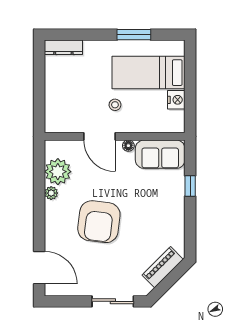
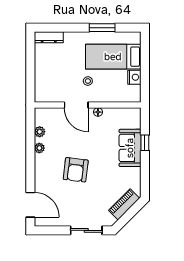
sofa: (160, 154) -> (130, 148), moved, turned 90
plant: (58, 172) -> (40, 132), width x0.53, depth x0.53
armchair: (99, 222) -> (76, 170), width x0.73, depth x0.73

